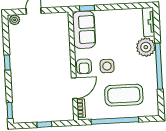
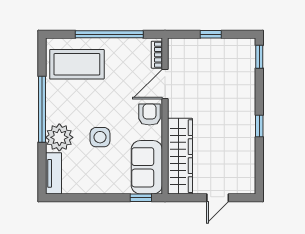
plant: (15, 20) -> (246, 187), removed
wardrobe: (61, 39) -> (180, 156), added
side table: (107, 66) -> (100, 137), moved
coffee table: (124, 95) -> (77, 64), moved

